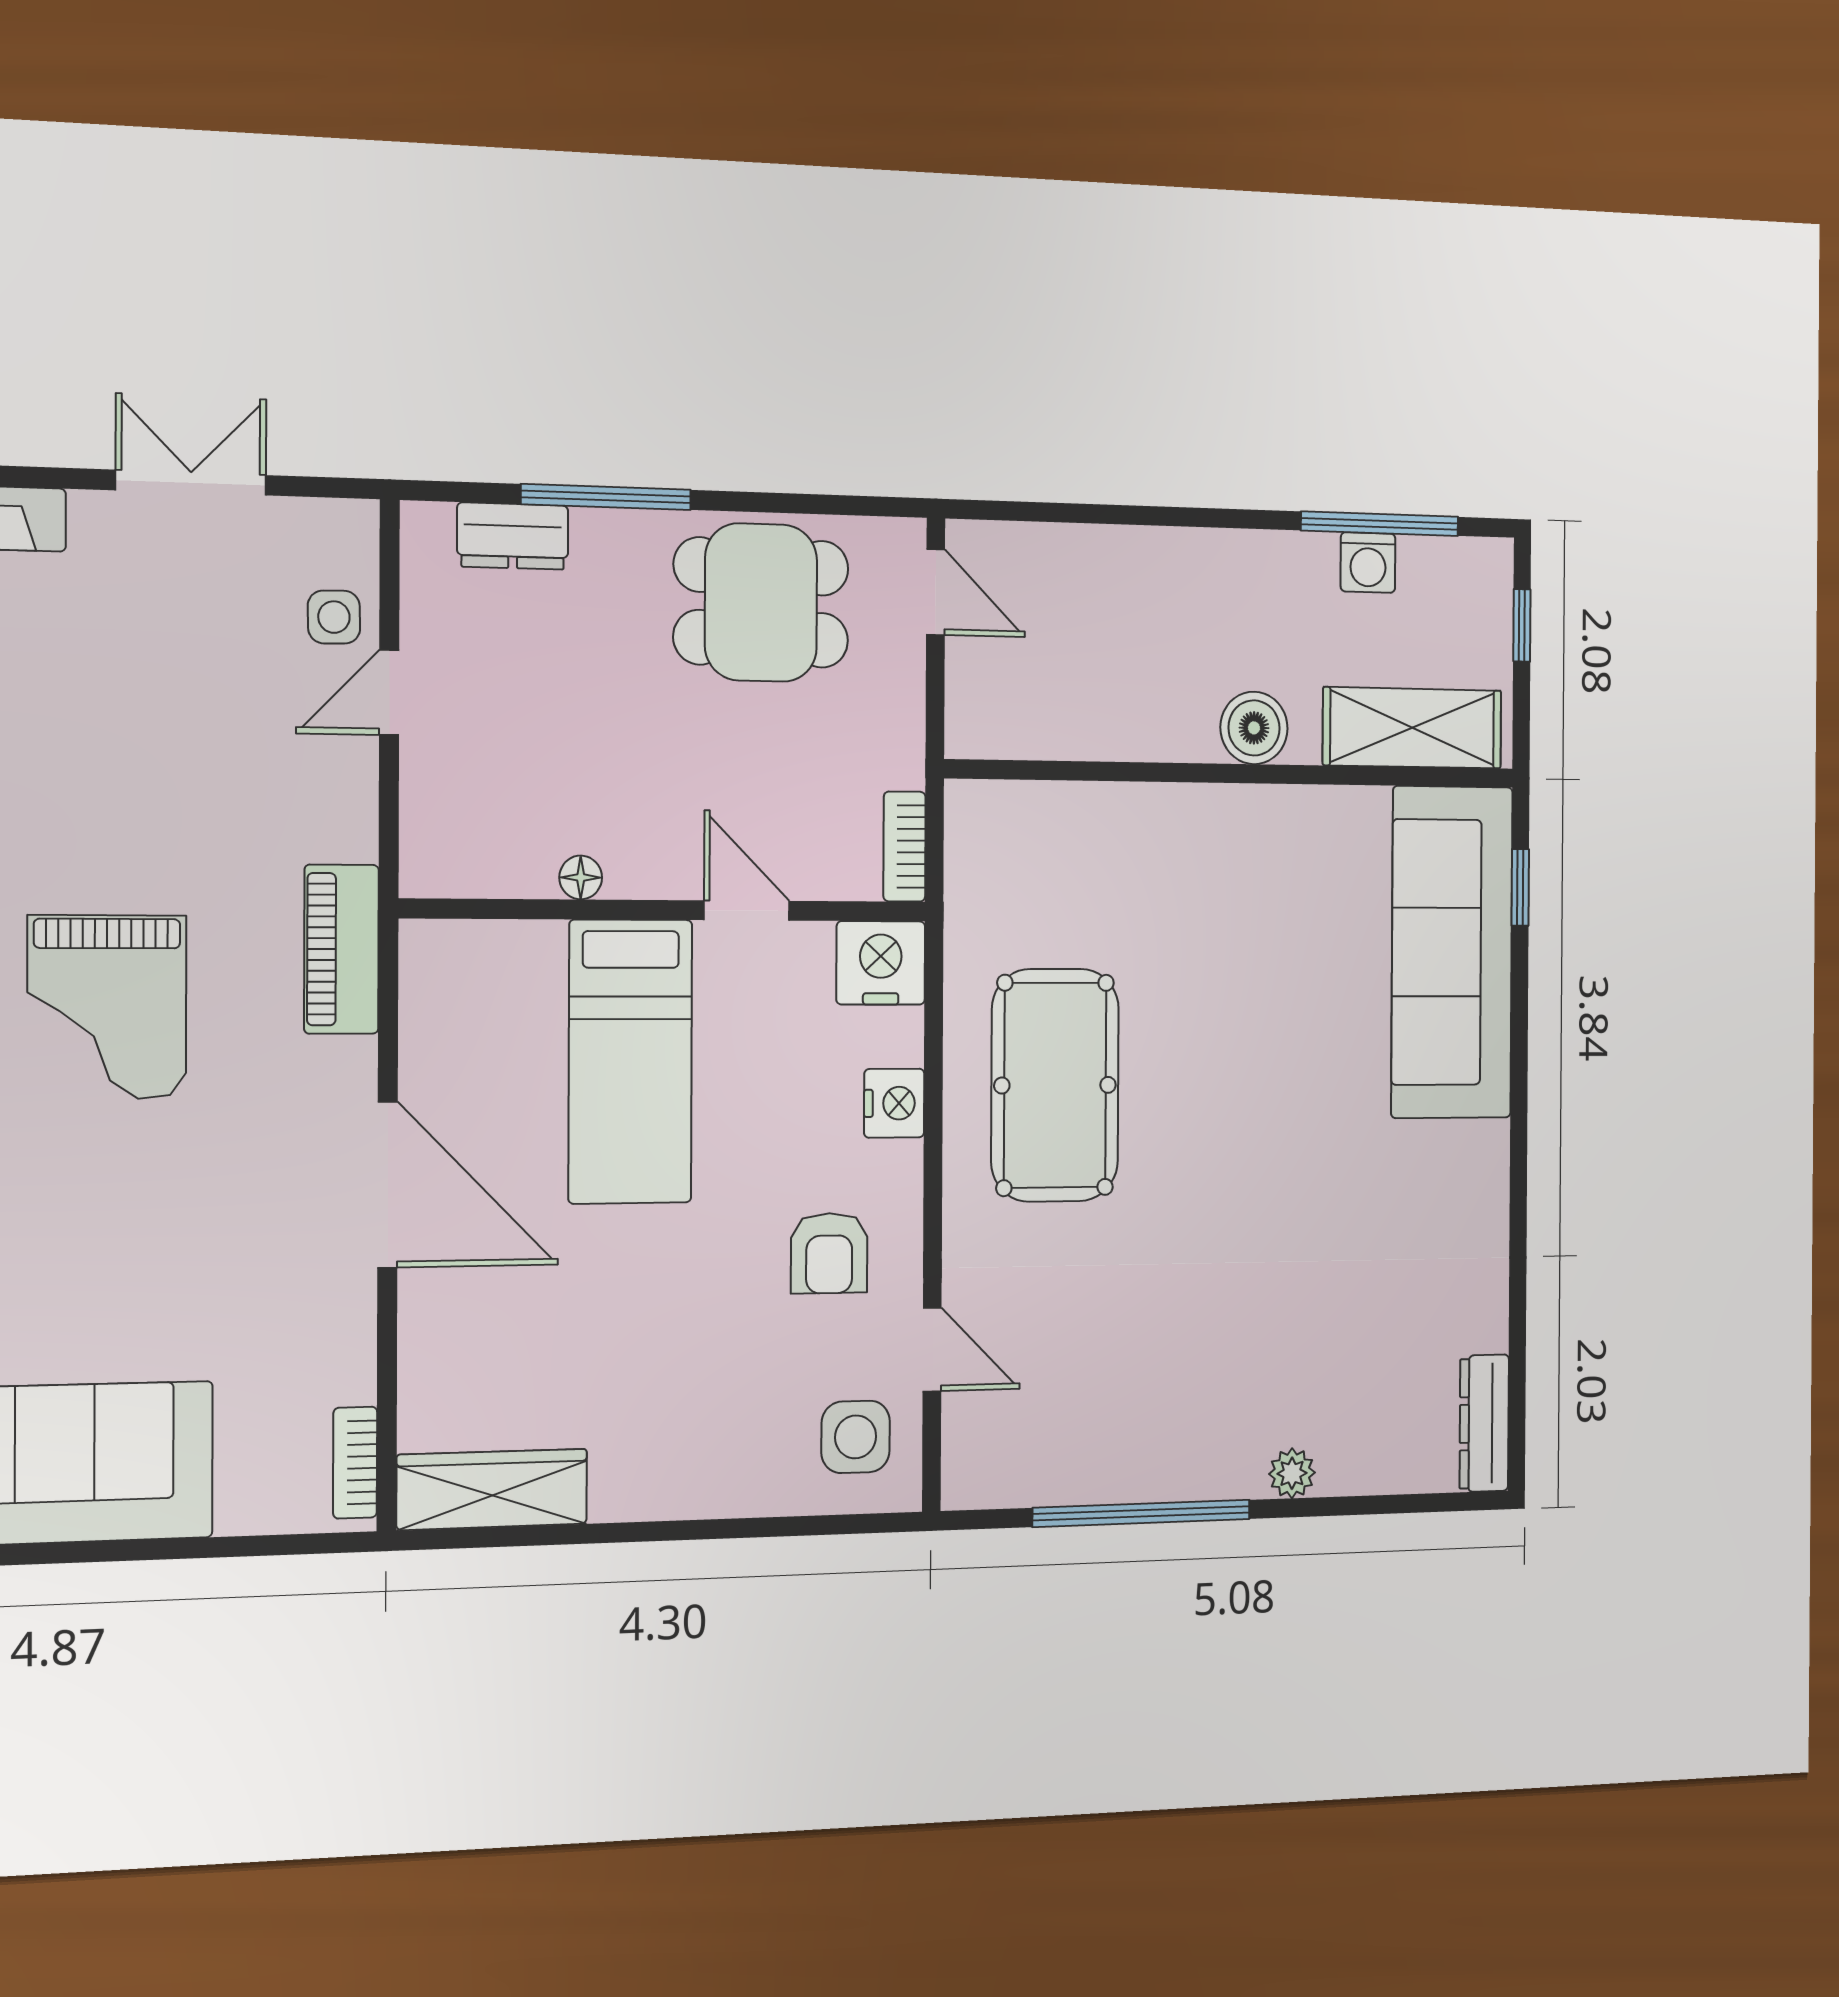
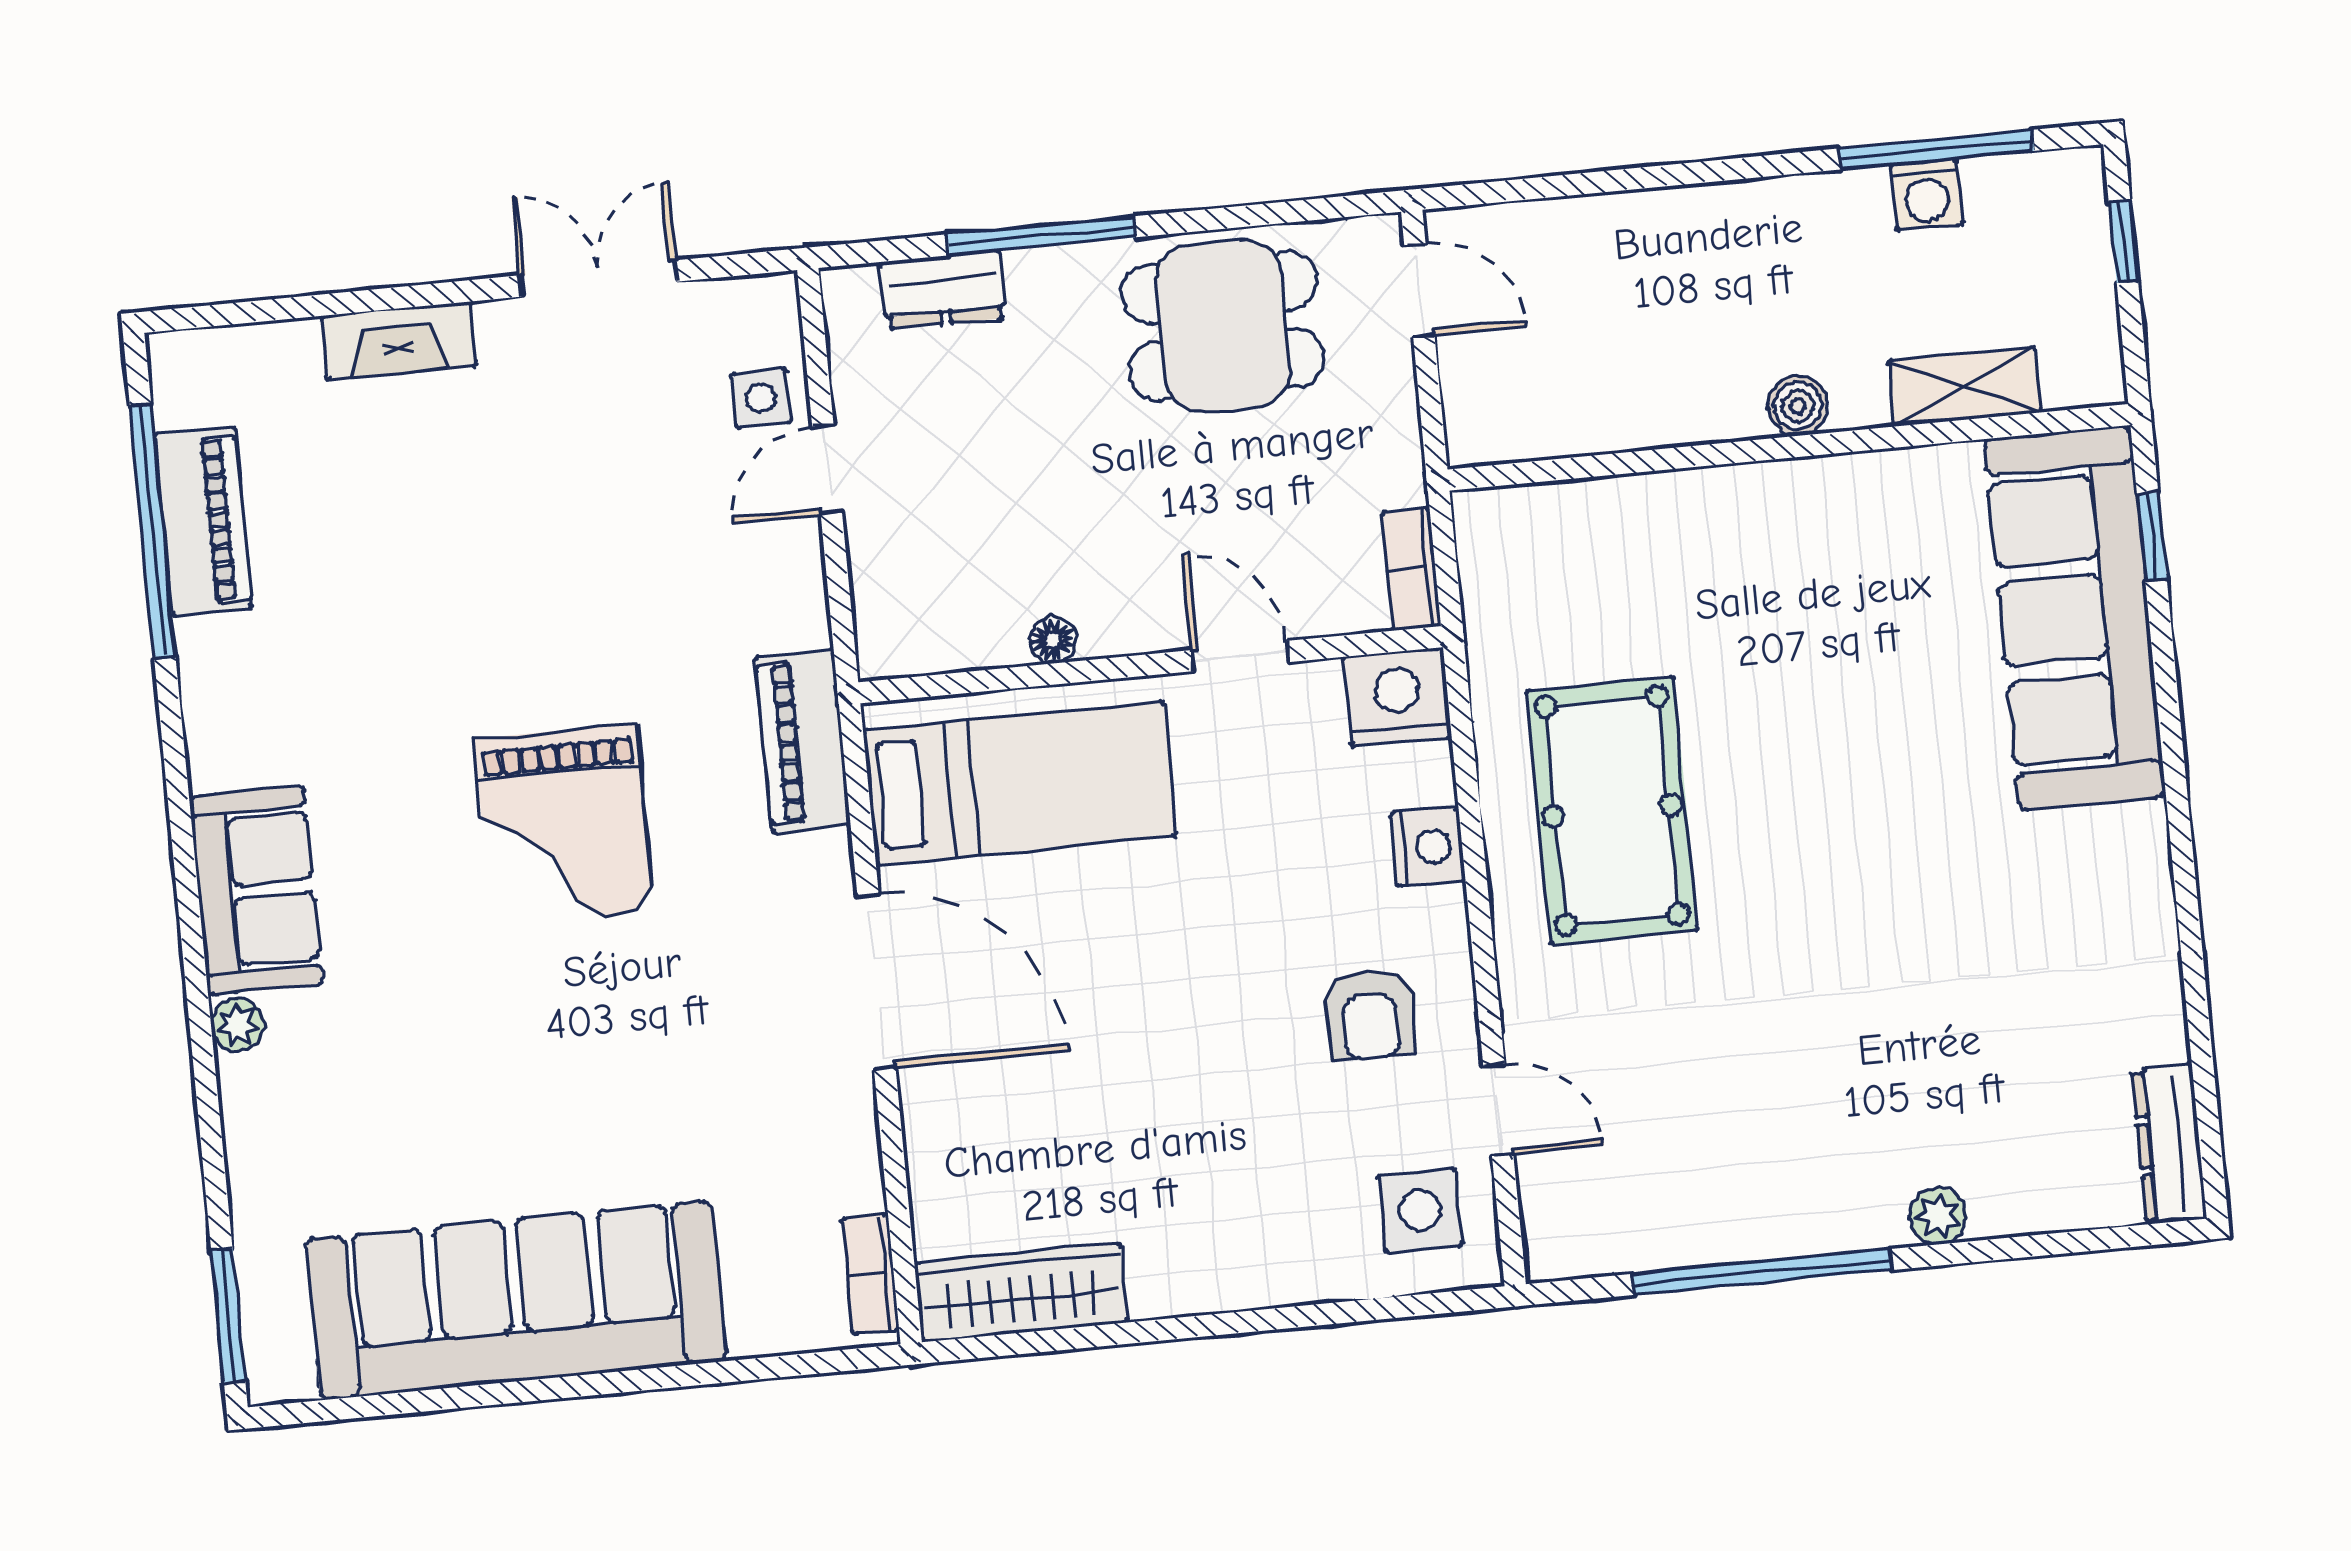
boiler: (1254, 728) -> (1798, 406), width x0.73, depth x0.73
shelving: (1412, 728) -> (1964, 387), width x0.67, depth x0.75
bed: (630, 1062) -> (1020, 783), moved, turned -90

